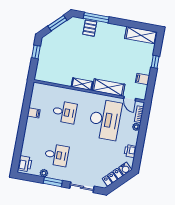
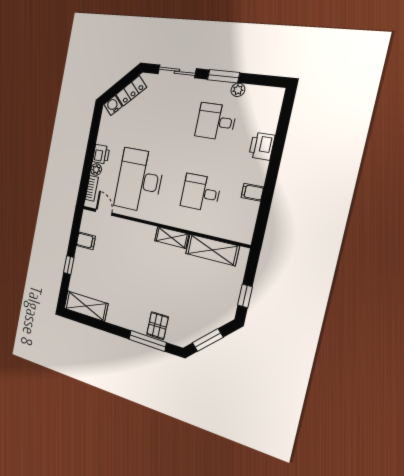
shelving: (109, 87) -> (212, 250), moved
printer: (130, 151) -> (101, 154), moved
printer: (25, 164) -> (262, 146), moved

